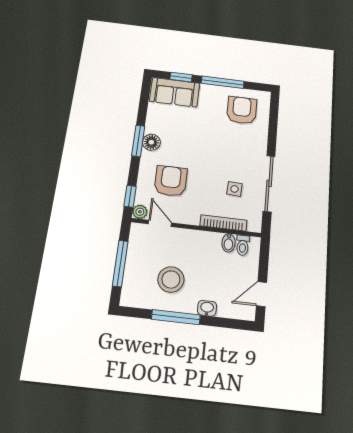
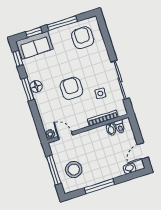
armchair: (171, 181) -> (71, 88), moved
window: (130, 196) -> (18, 58), moved
stool: (171, 279) -> (74, 170), moved
washbasin: (207, 308) -> (129, 169), moved

